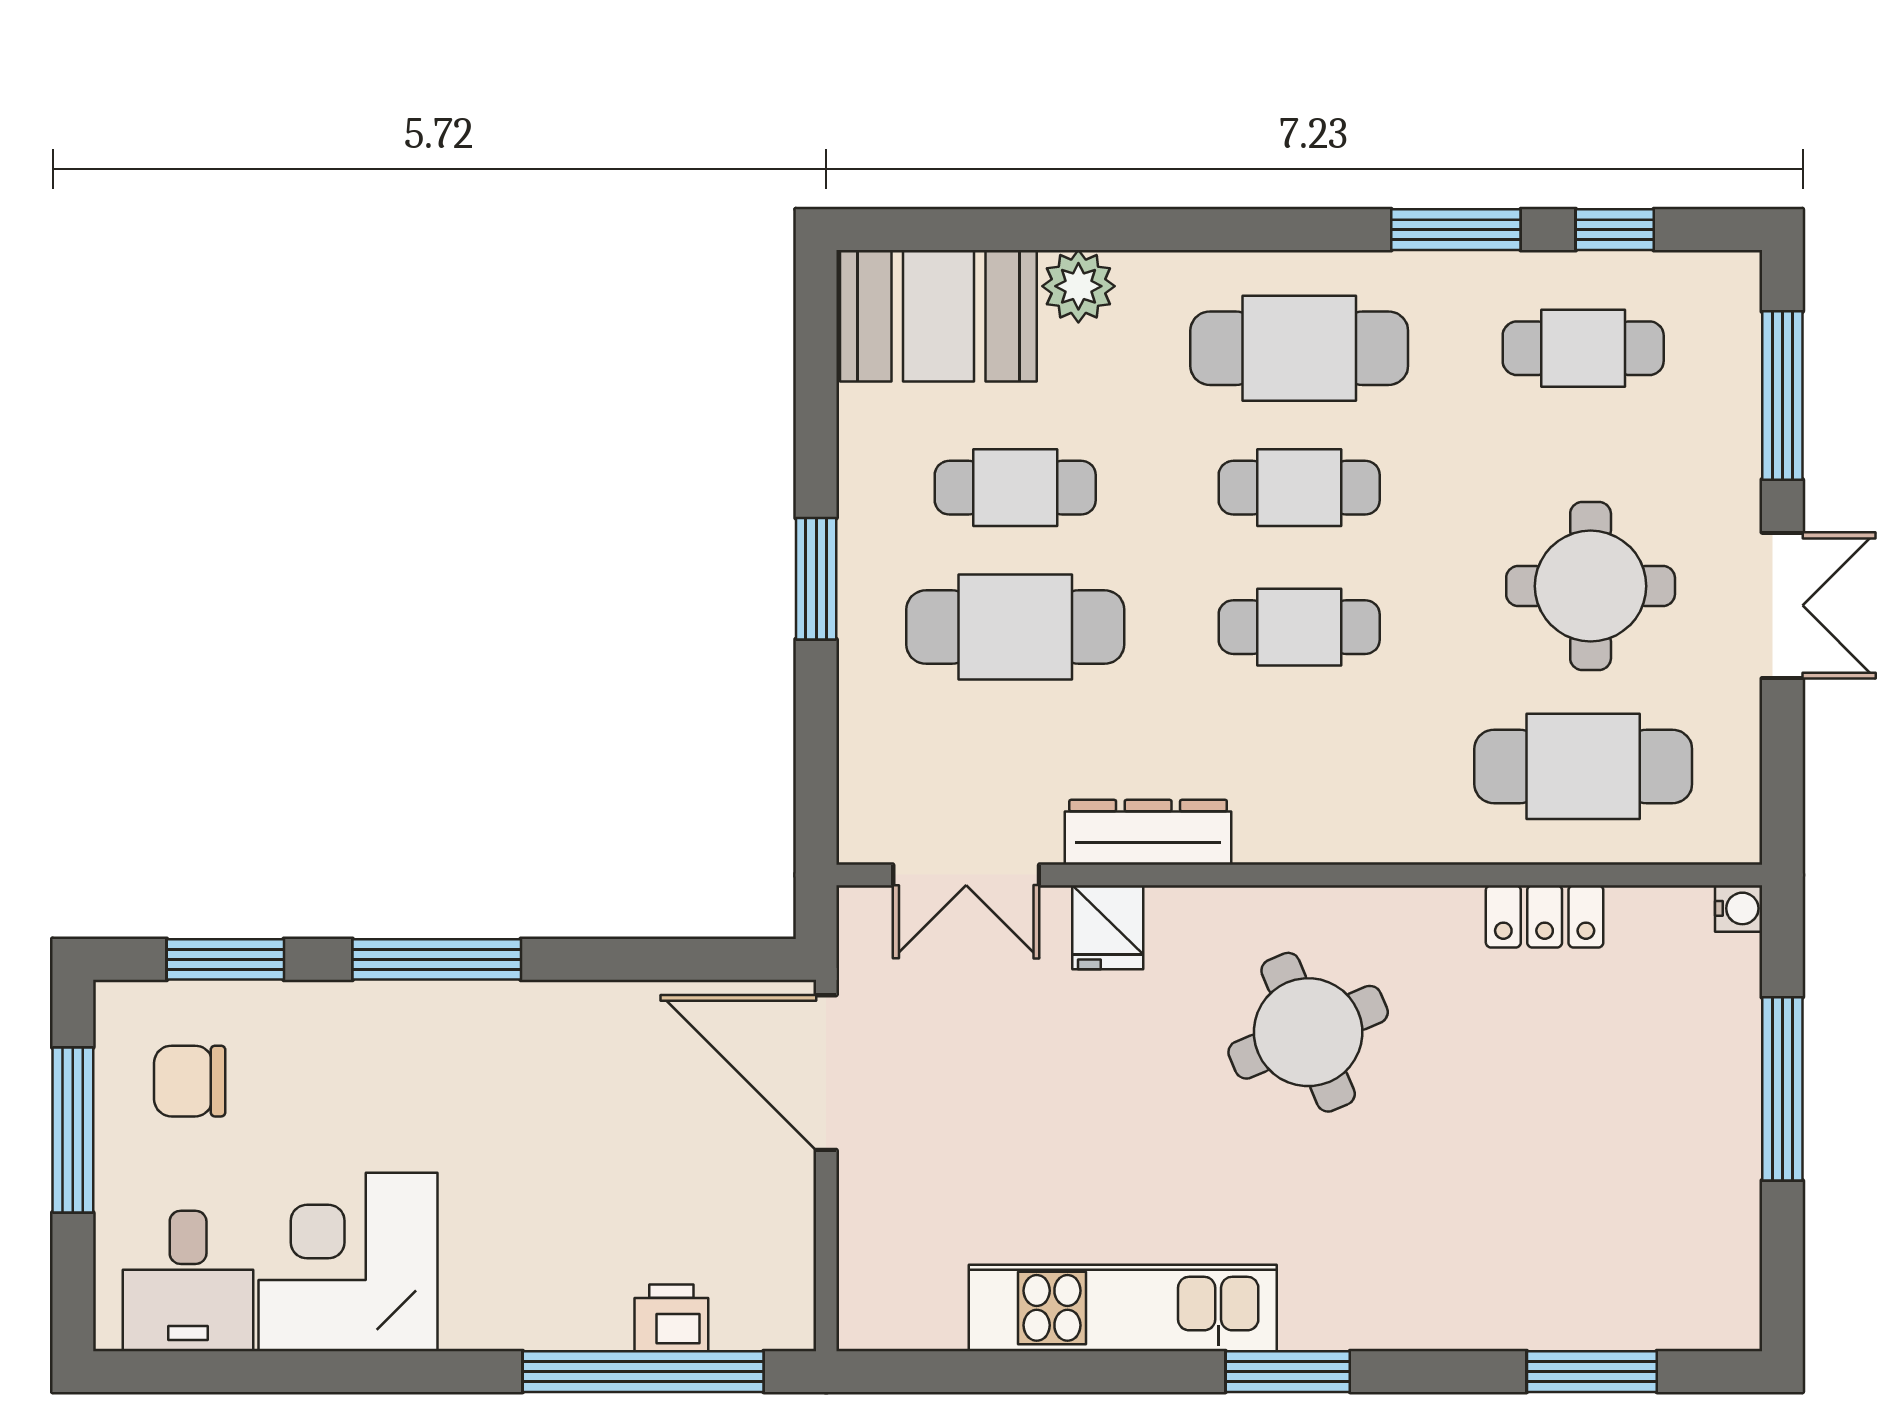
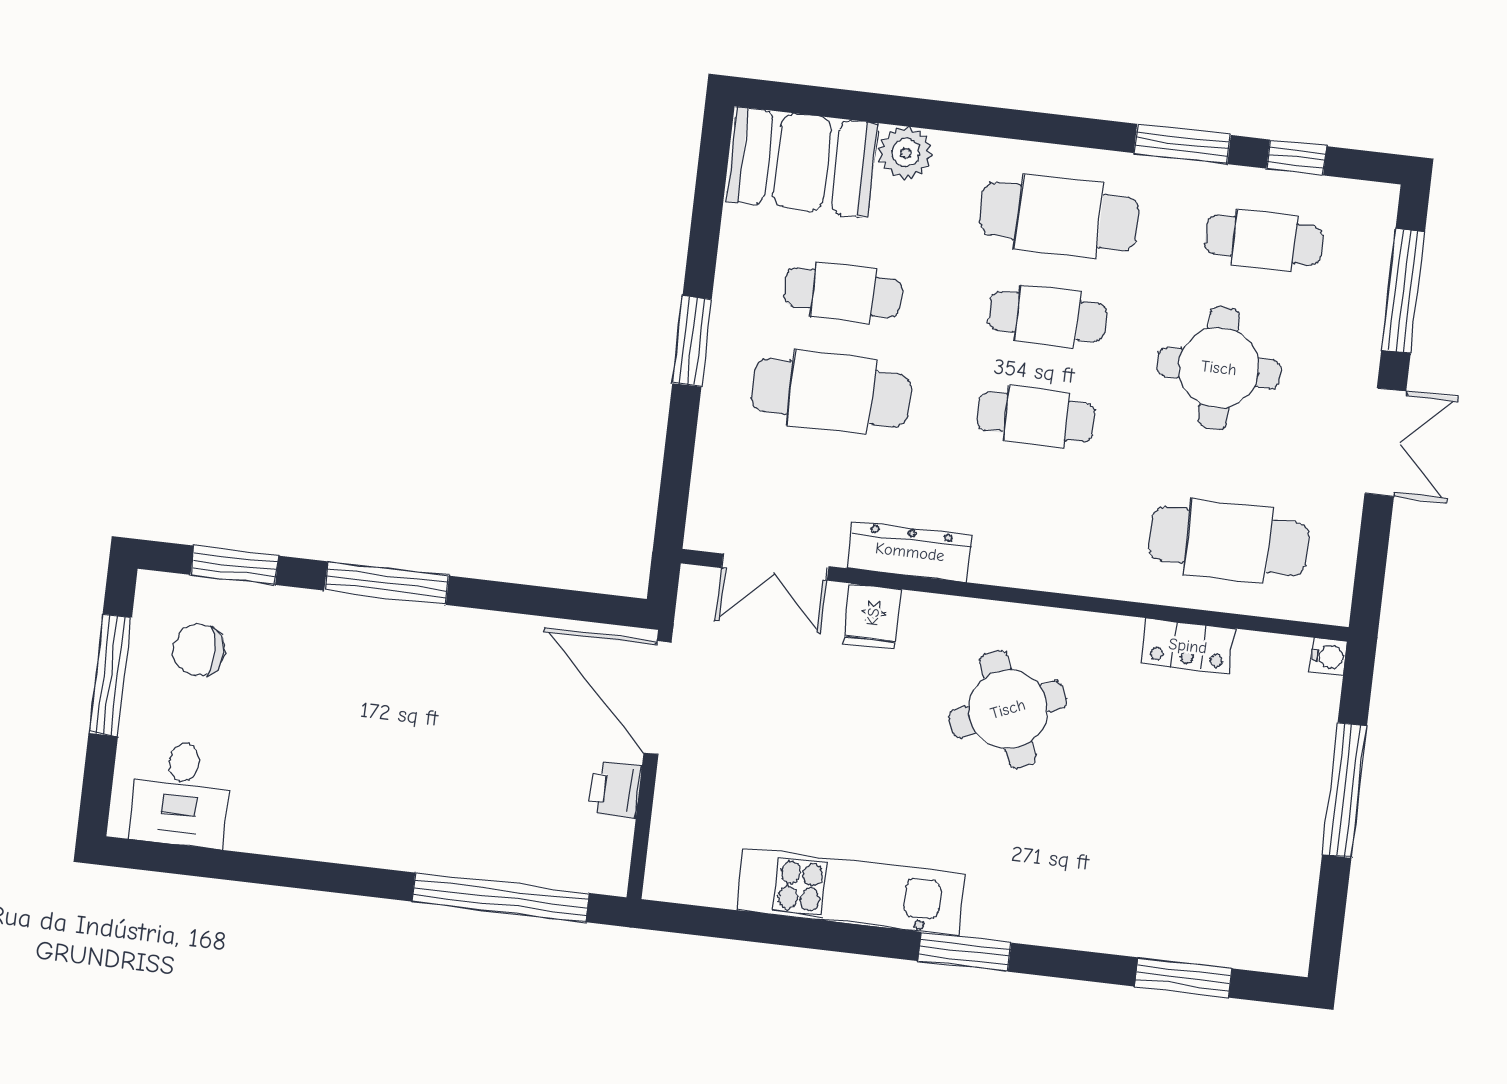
round table: (1591, 586) -> (1219, 368), moved
corner desk: (348, 1262) -> (297, 793), removed
printer: (671, 1318) -> (615, 789), moved, turned -90

